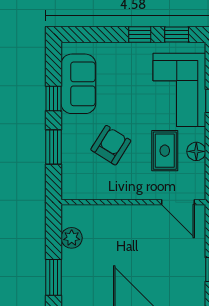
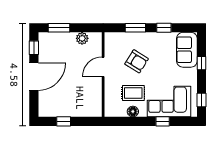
window: (140, 34) -> (201, 63), moved
sofa: (78, 84) -> (187, 50), moved, turned 90
door: (178, 202) -> (103, 67), moved

